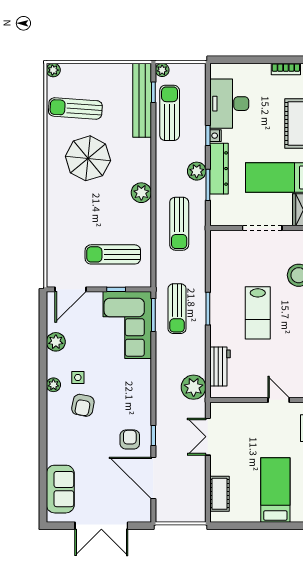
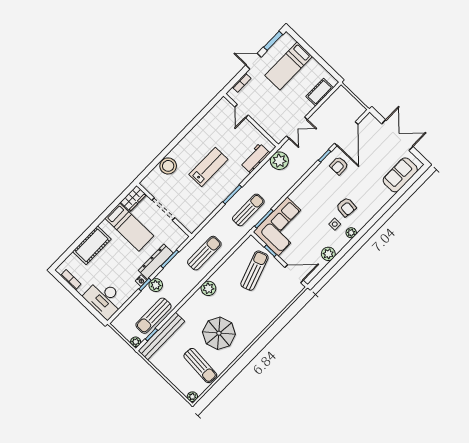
desk: (229, 104) -> (104, 299), moved, turned 90
plant: (197, 171) -> (156, 285), moved
sun lounger: (113, 254) -> (254, 271), turned -109
armchair: (83, 405) -> (346, 207), turned 85

